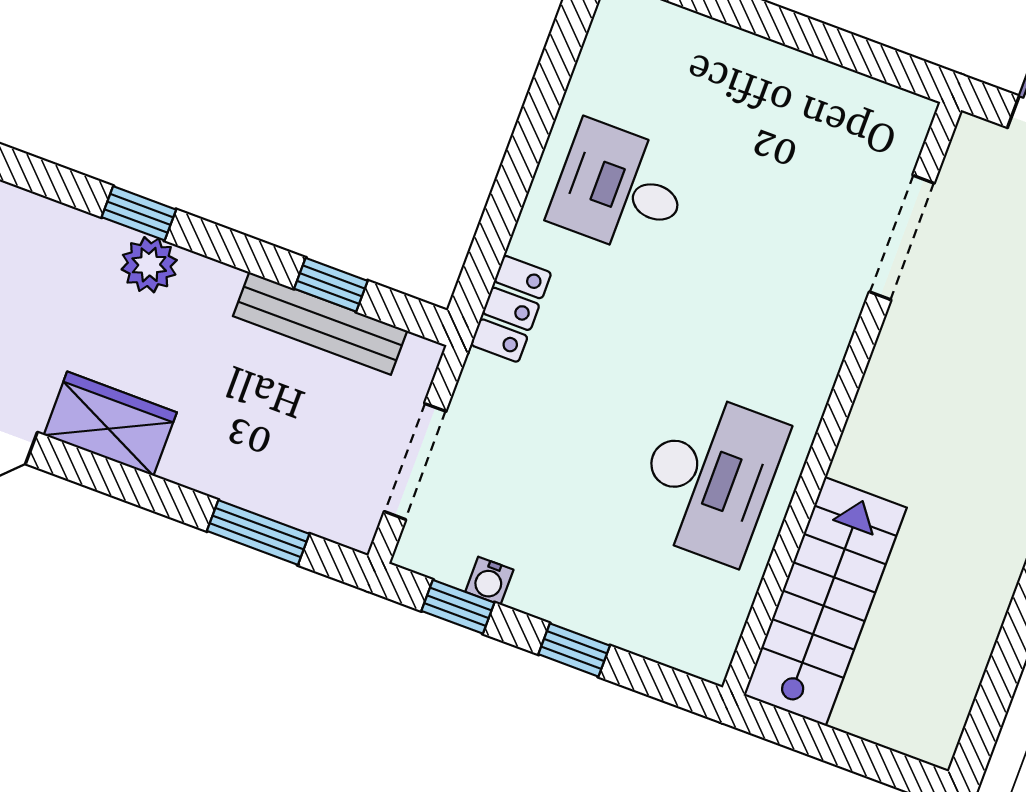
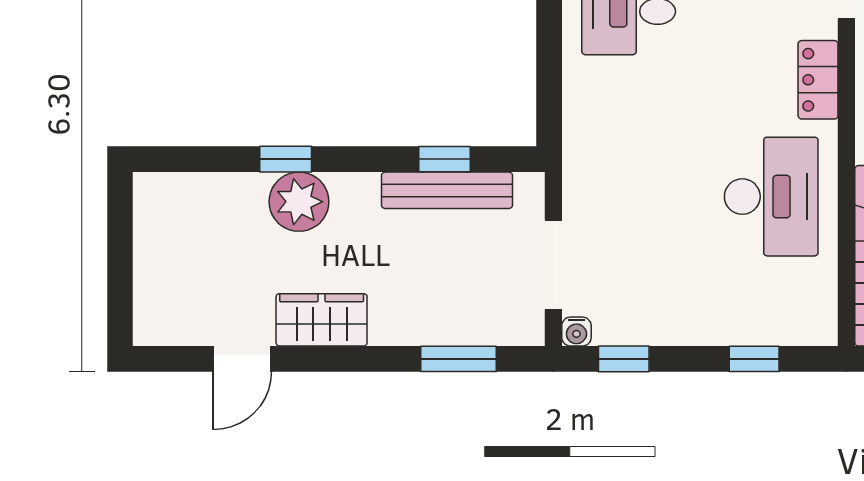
plant: (149, 265) -> (299, 202), width x1.36, depth x1.36
locker: (511, 309) -> (818, 80), moved, turned 180
water cooler: (489, 581) -> (576, 332), moved
window: (574, 650) -> (754, 359), moved

